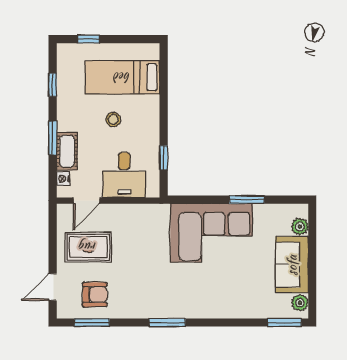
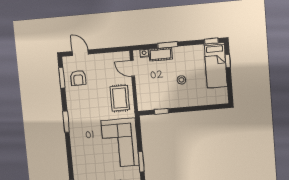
bed: (122, 77) -> (216, 65), moved, turned 180
window: (53, 85) -> (211, 41), moved
desk: (124, 175) -> (149, 89), removed
rug: (88, 247) -> (120, 98), moved

